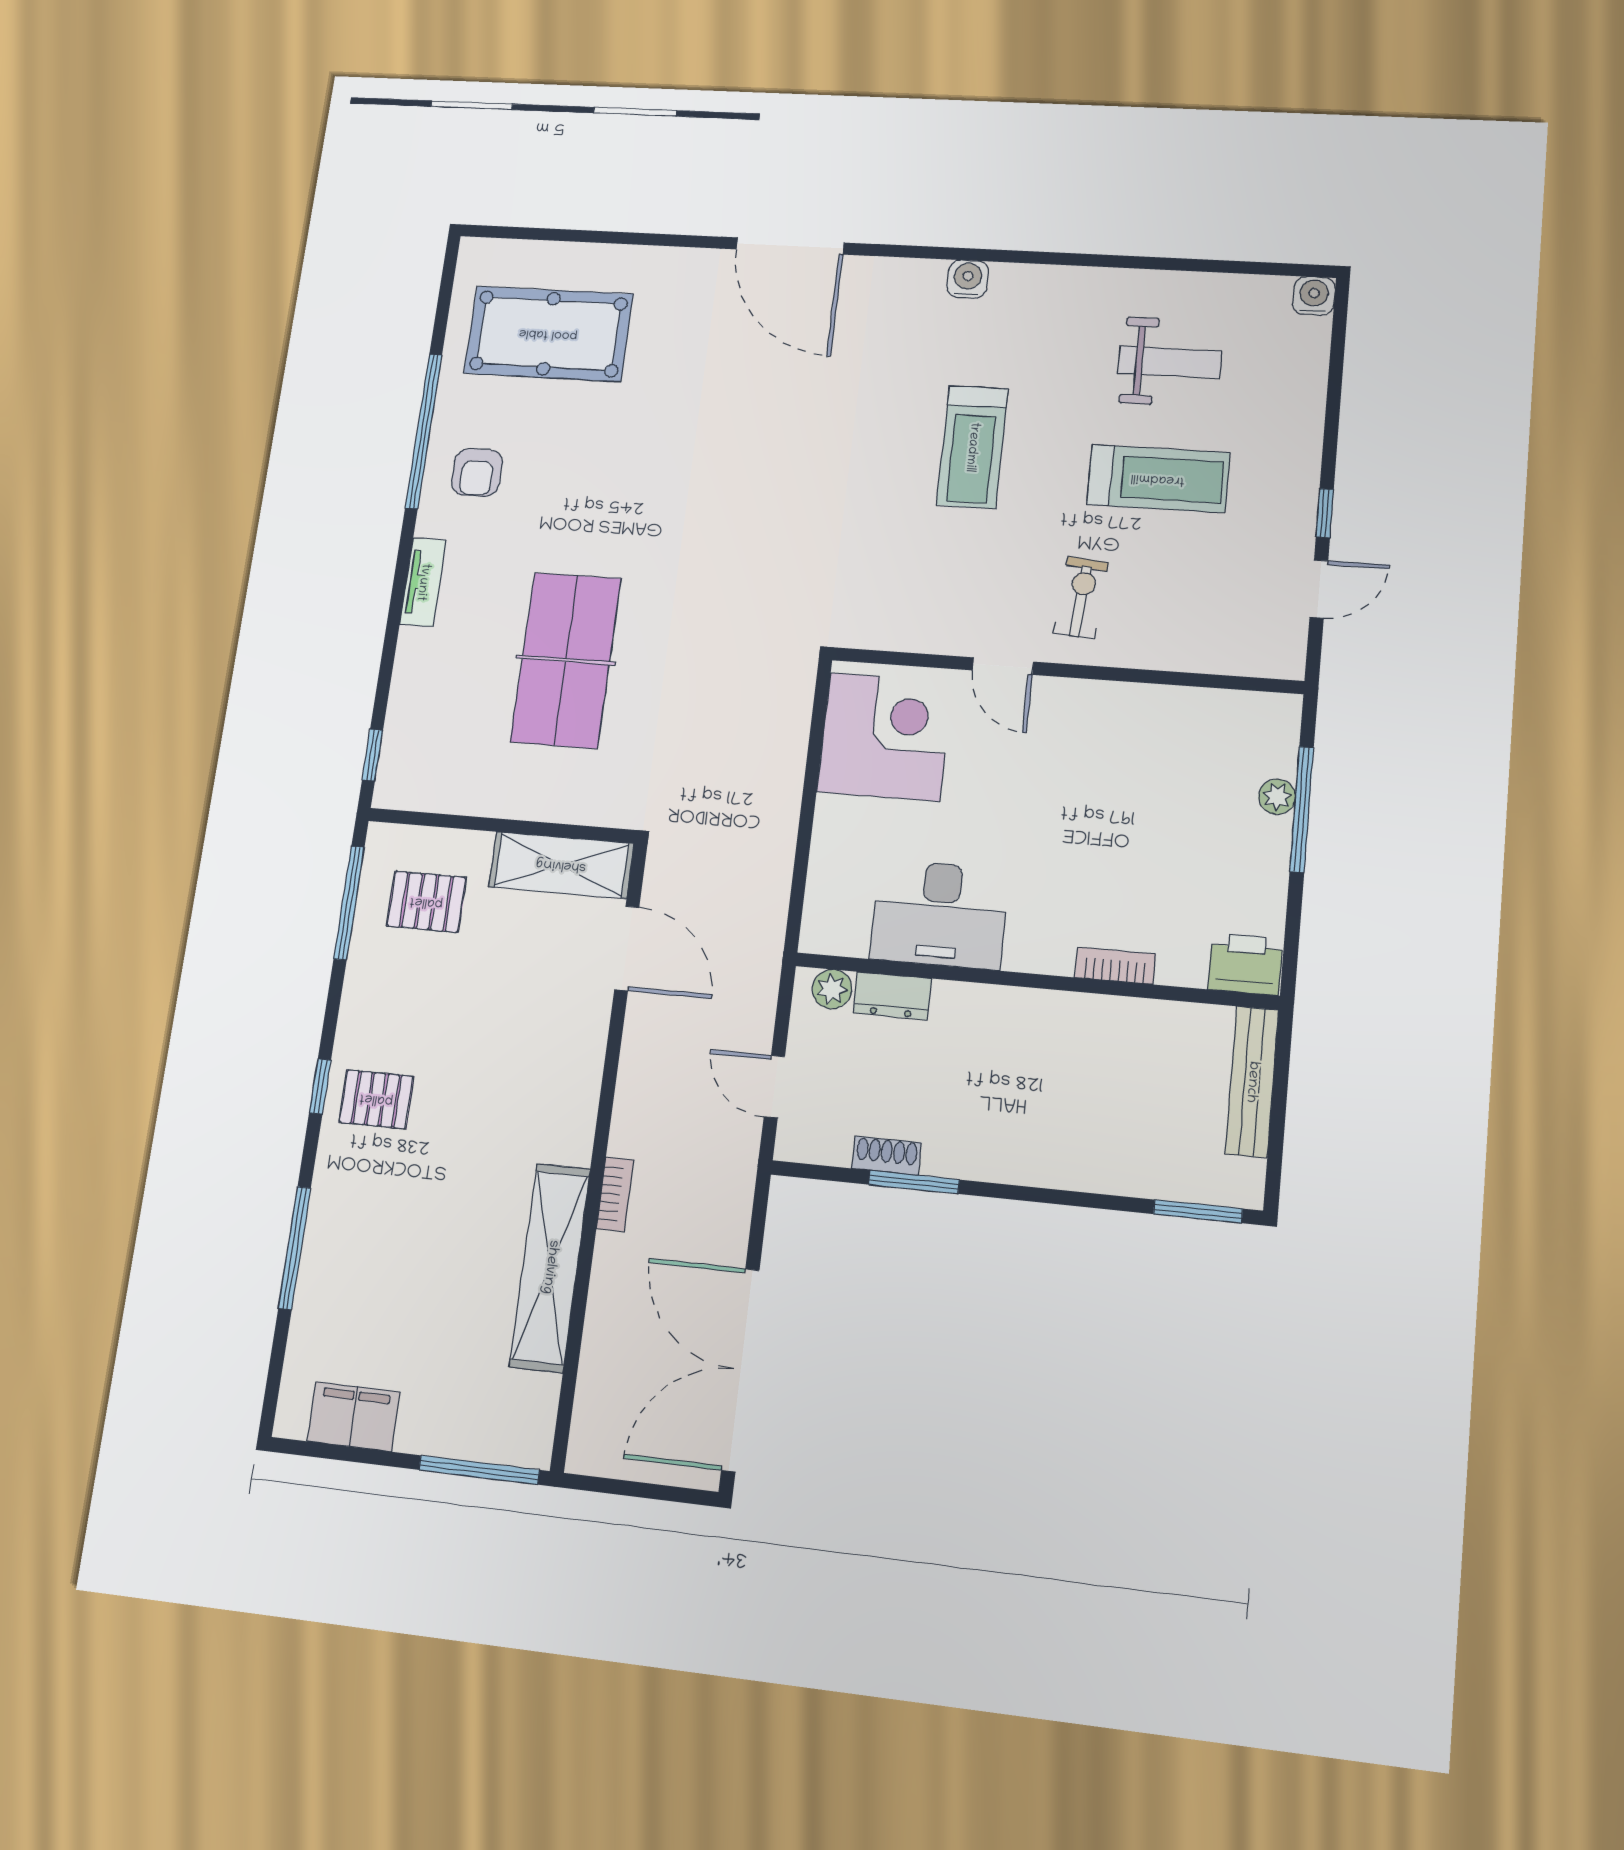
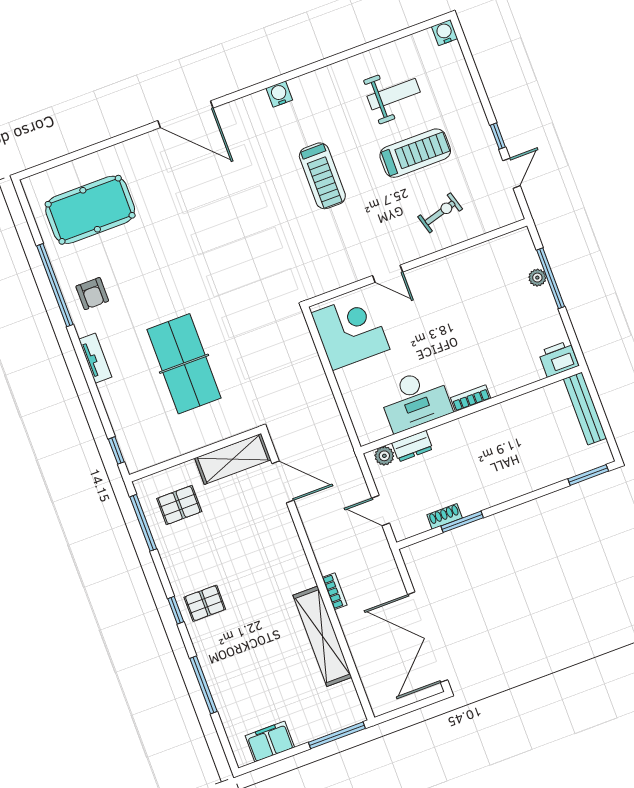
exercise bike: (1081, 598) -> (440, 213), moved, turned 69
bookcase: (1115, 966) -> (471, 398), moved

